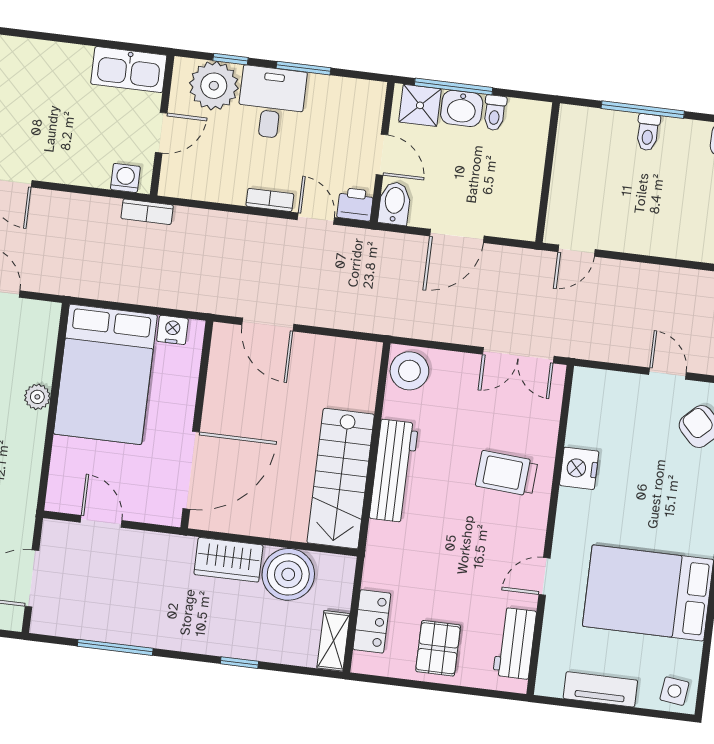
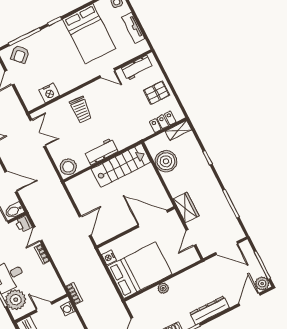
nightstand: (579, 468) -> (49, 93), moved
workbench: (394, 471) -> (101, 152), width x0.73
wardrobe: (228, 560) -> (186, 207), moved

